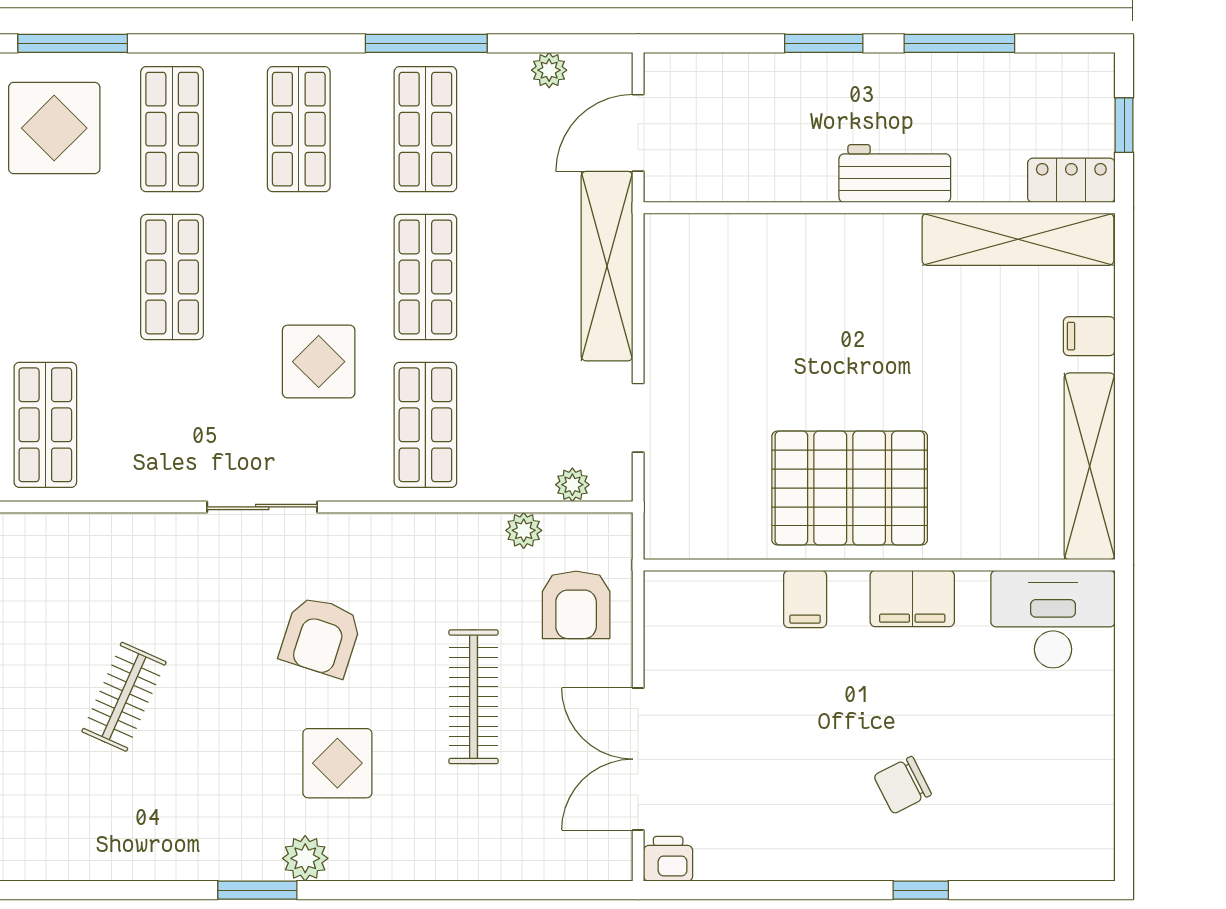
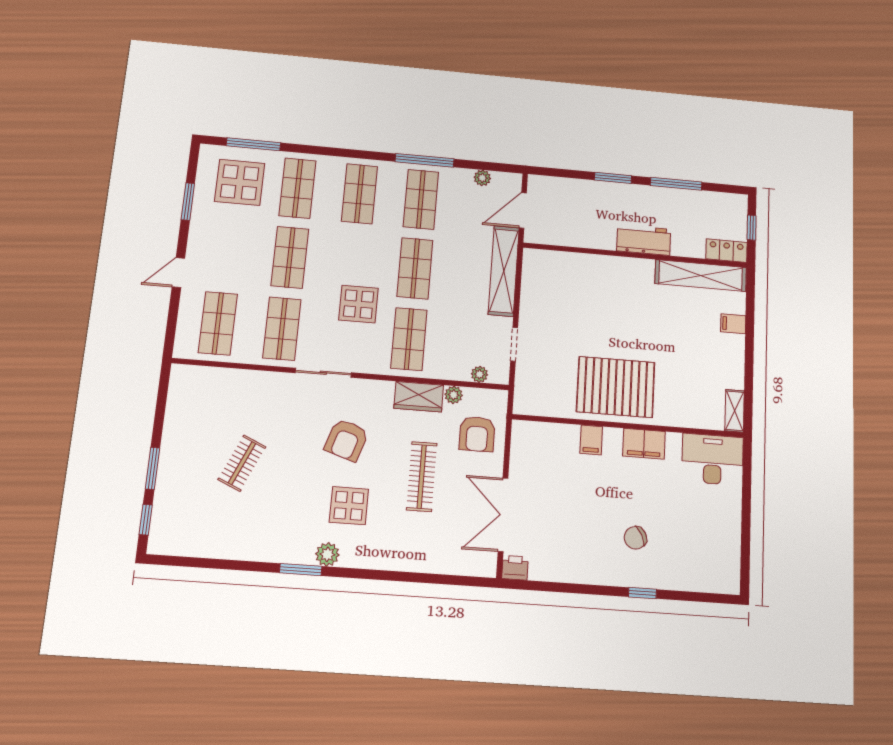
shop shelf: (172, 425) -> (282, 329), added
shelving: (1090, 466) -> (735, 411), width x0.45, depth x0.75
wardrobe: (455, 540) -> (419, 397), added

